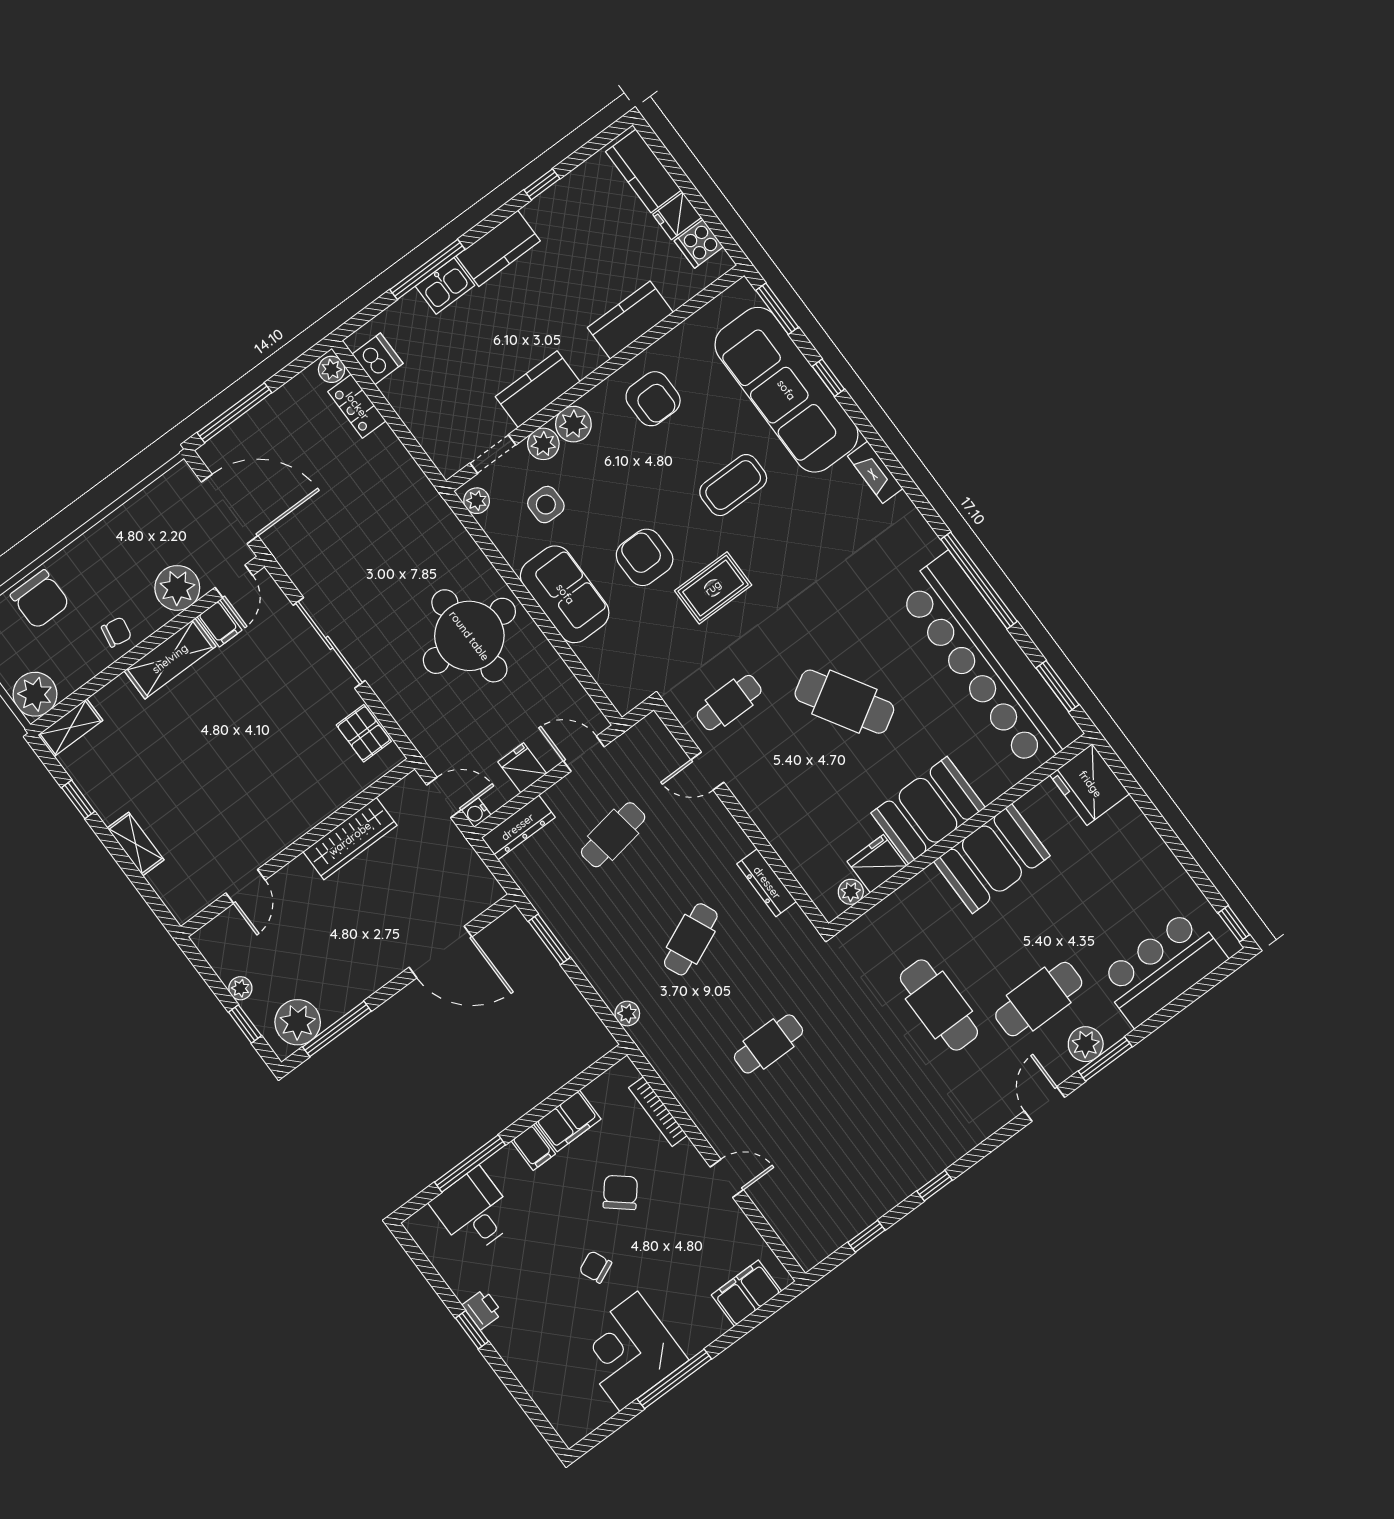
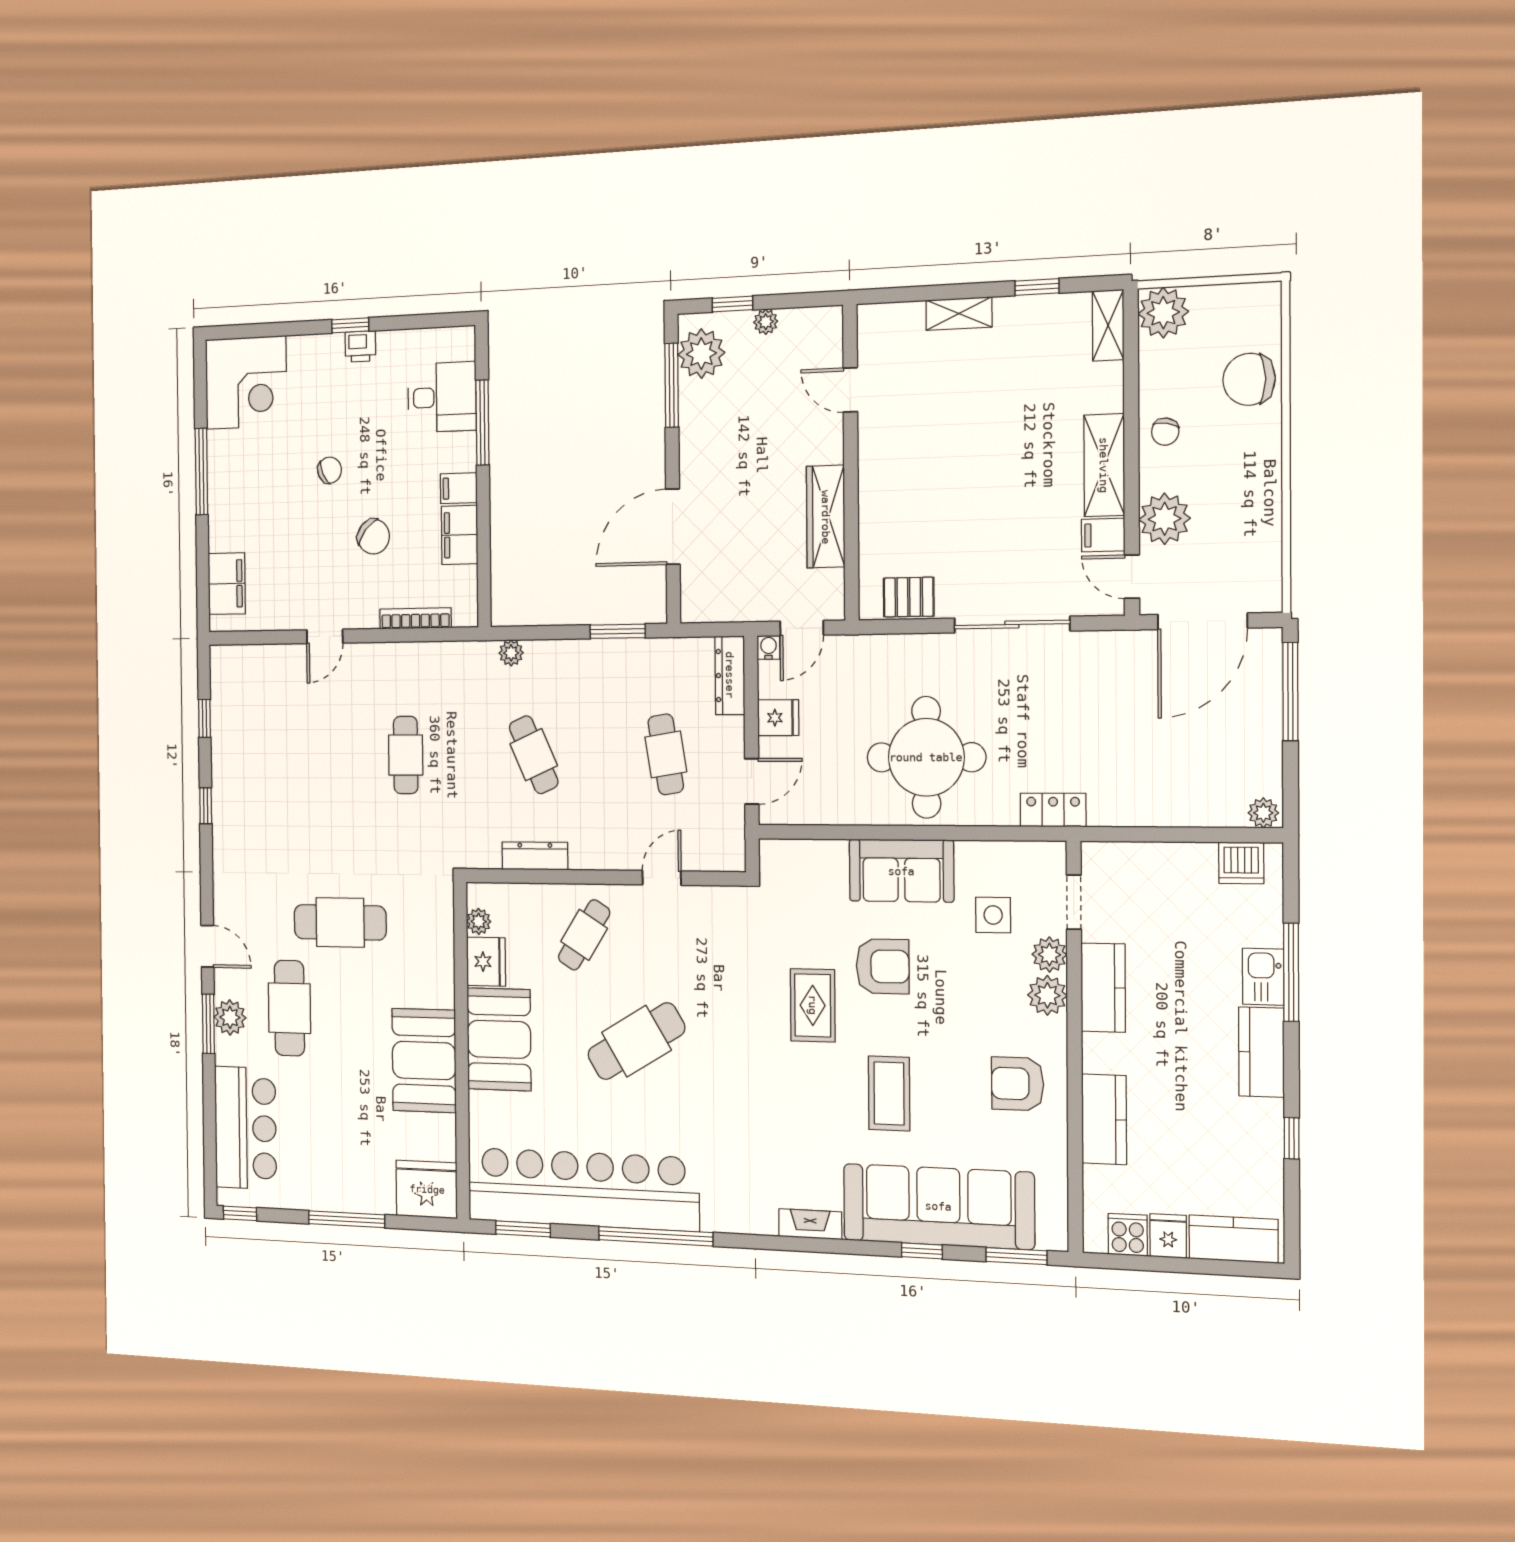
locker: (357, 406) -> (1053, 810), moved
plant: (477, 501) -> (1042, 855), removed
cafe table: (729, 703) -> (584, 935), moved, turned 32
window: (1166, 832) -> (347, 1219), added
corner desk: (629, 1351) -> (246, 382), moved, turned 90

